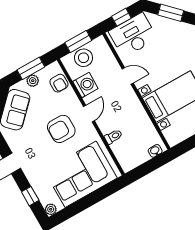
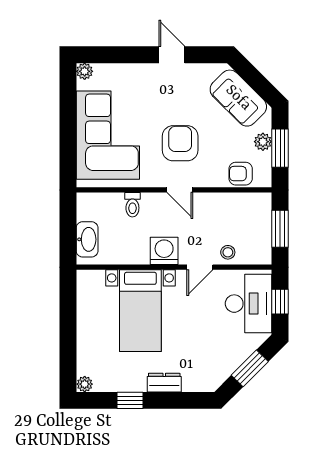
stool: (84, 58) -> (228, 252), moved, width x0.53, depth x0.53
washing machine: (85, 85) -> (164, 251), moved, turned 180
washbasin: (155, 151) -> (87, 239), width x1.91, depth x1.45
window: (30, 196) -> (116, 55), removed

